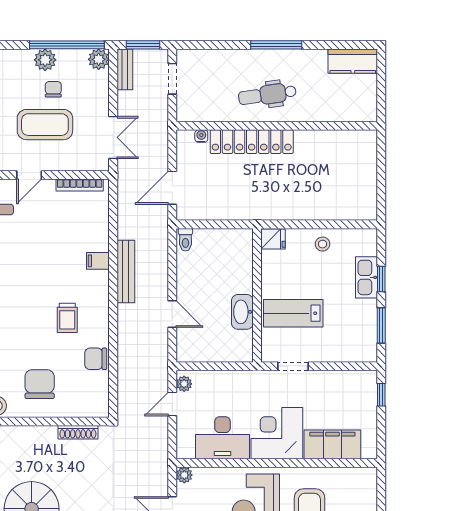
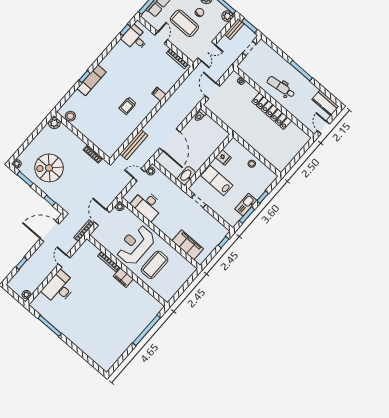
door: (381, 99) -> (324, 127), added
locker: (252, 142) -> (272, 111), moved
door: (29, 175) -> (161, 38), swing flipped
door: (172, 188) -> (212, 91), hinge flipped
fridge: (273, 239) -> (223, 157), moved
bench: (126, 272) -> (134, 145), moved
kitchen sink: (366, 277) -> (246, 205), moved
washbasin: (242, 312) -> (186, 176), moved
door: (172, 314) -> (170, 140), width x1.88
chair: (96, 359) -> (125, 131), removed
chair: (40, 384) -> (94, 122), removed
corner desk: (277, 433) -> (170, 222), removed

